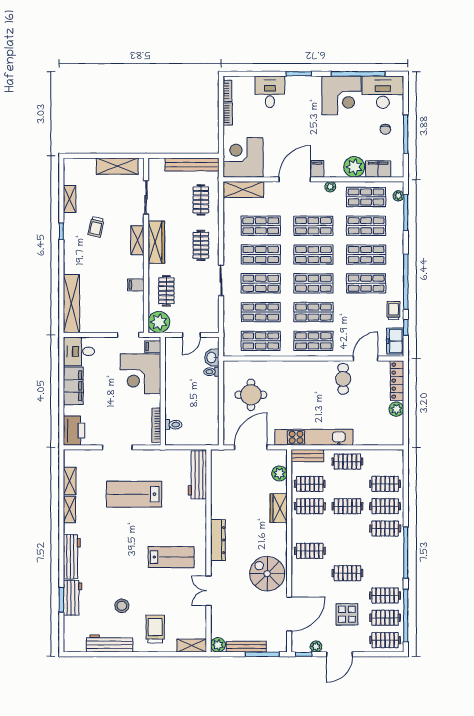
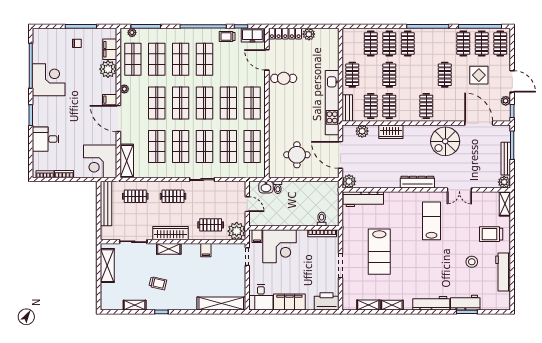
desk: (383, 92) -> (46, 45), removed
plant: (219, 458) -> (349, 181), added

